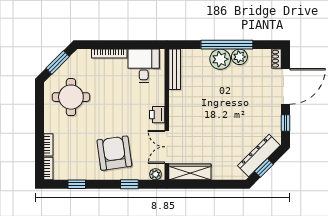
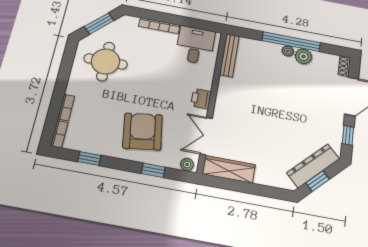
plant: (220, 59) -> (288, 51), width x0.53, depth x0.53

